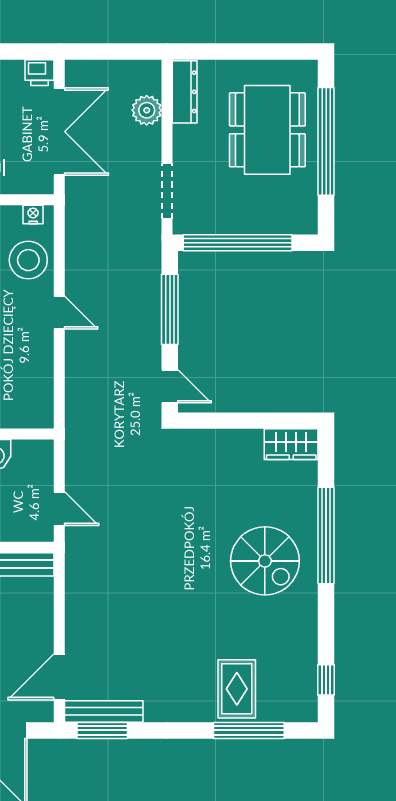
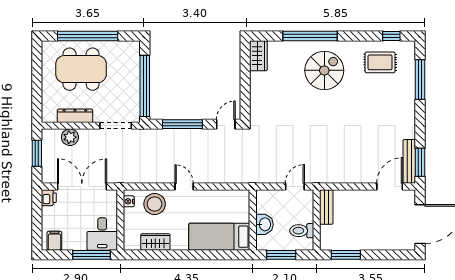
window: (118, 51) -> (37, 153), added
dresser: (185, 92) -> (75, 116), moved
door: (59, 313) -> (184, 187), hinge flipped
door: (59, 677) -> (390, 187), swing flipped
rug: (237, 689) -> (380, 62), moved

